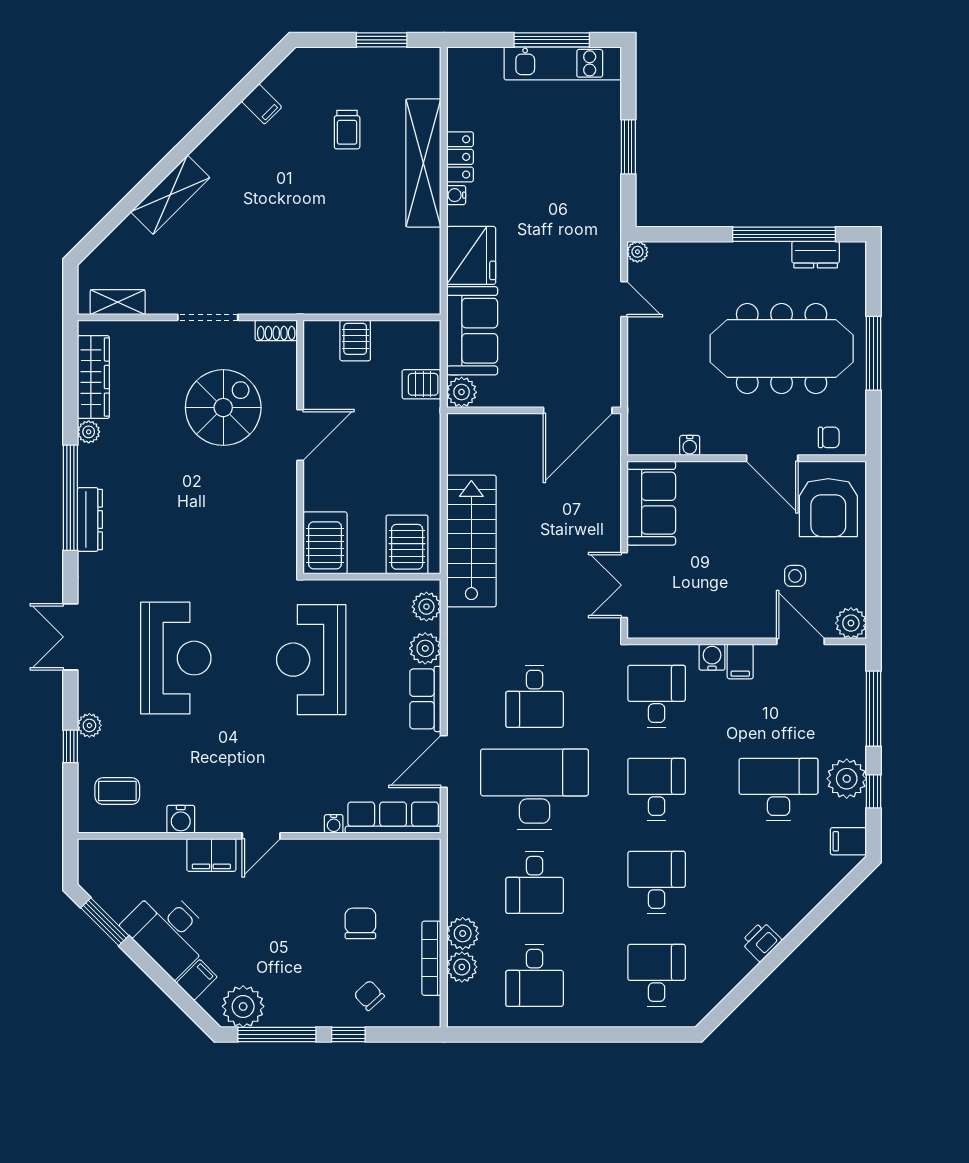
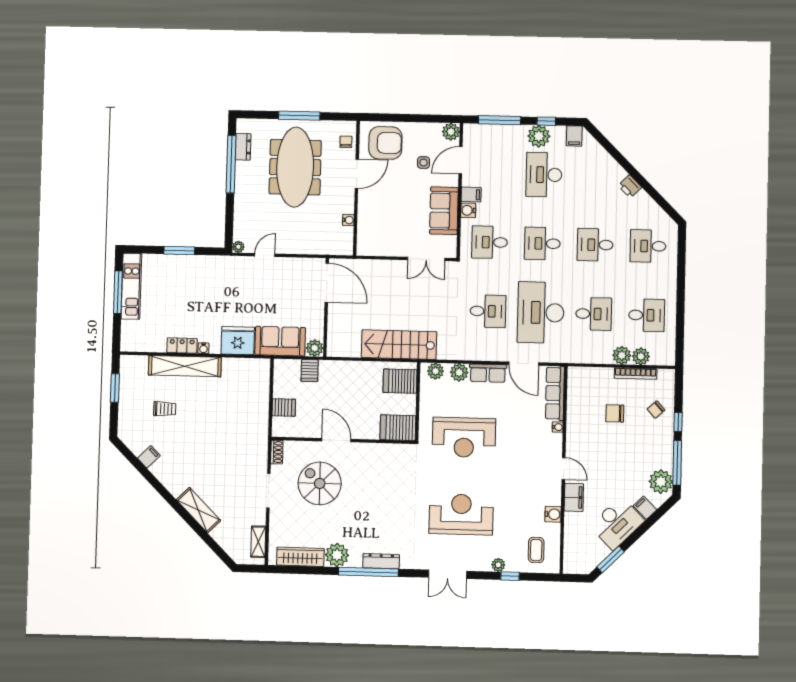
plant: (89, 432) -> (337, 555), width x1.88, depth x1.88
sofa: (651, 503) -> (444, 211), moved, turned -90

